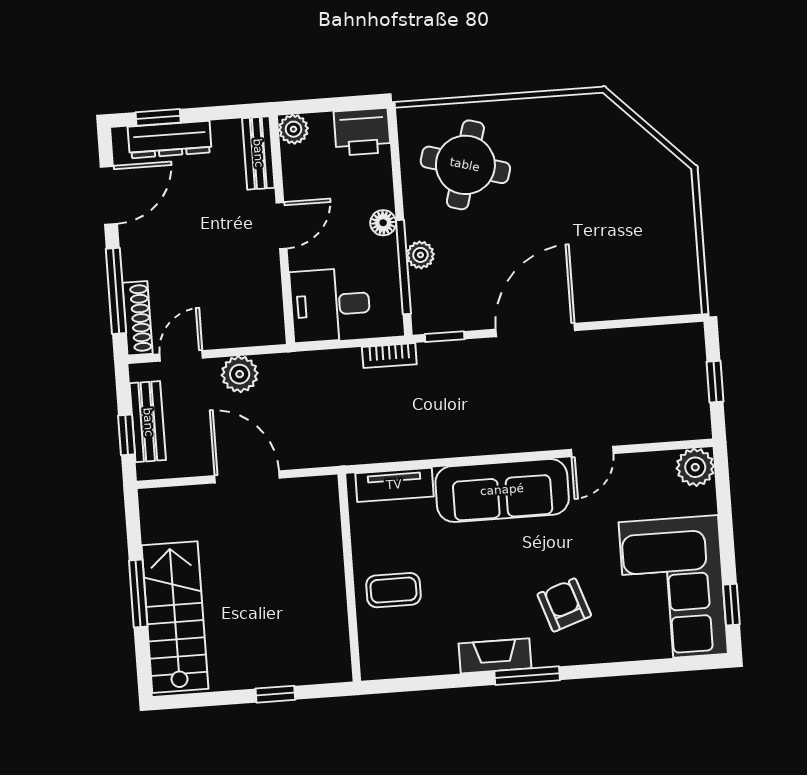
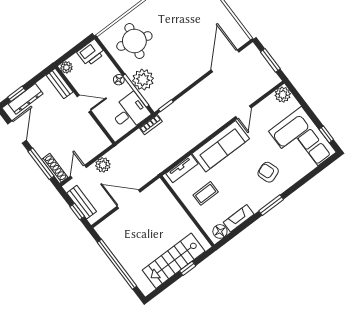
door: (282, 225) -> (84, 104), hinge flipped
plant: (420, 255) -> (143, 80), width x1.88, depth x1.88
desk: (330, 305) -> (130, 112), moved, turned 180
door: (535, 330) -> (225, 61), moved
window: (715, 382) -> (270, 60), width x1.50
coffee table: (393, 590) -> (206, 193), moved
window: (138, 593) -> (117, 264), width x2.11
stairs: (175, 617) -> (174, 261), moved, turned -90
fireplace: (495, 656) -> (239, 218), moved
floor lamp: (389, 662) -> (220, 231), added

